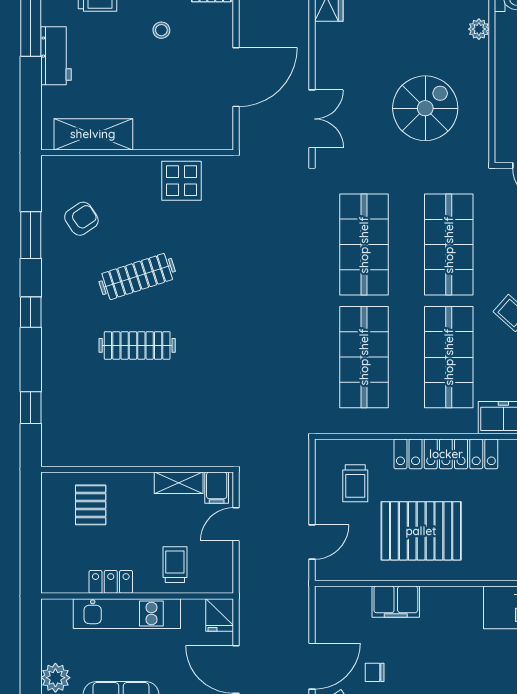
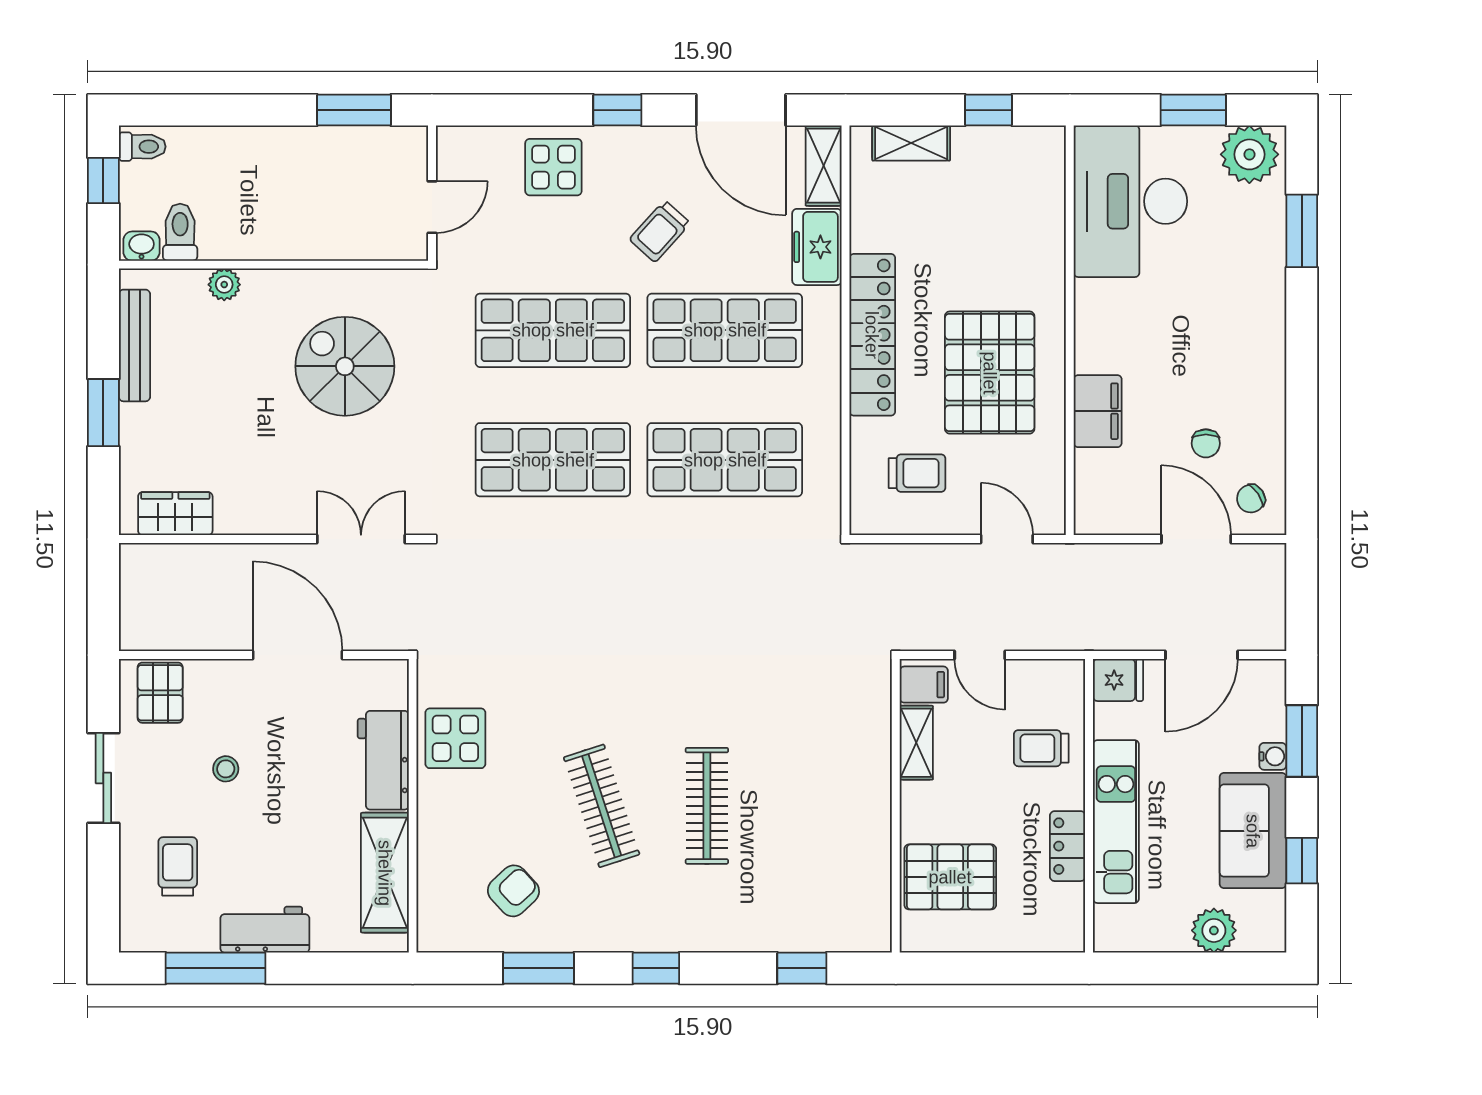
workbench: (167, 133) -> (383, 760), added
armchair: (81, 219) -> (513, 891), turned 81
pallet: (91, 505) -> (950, 877), width x1.50, depth x1.42

